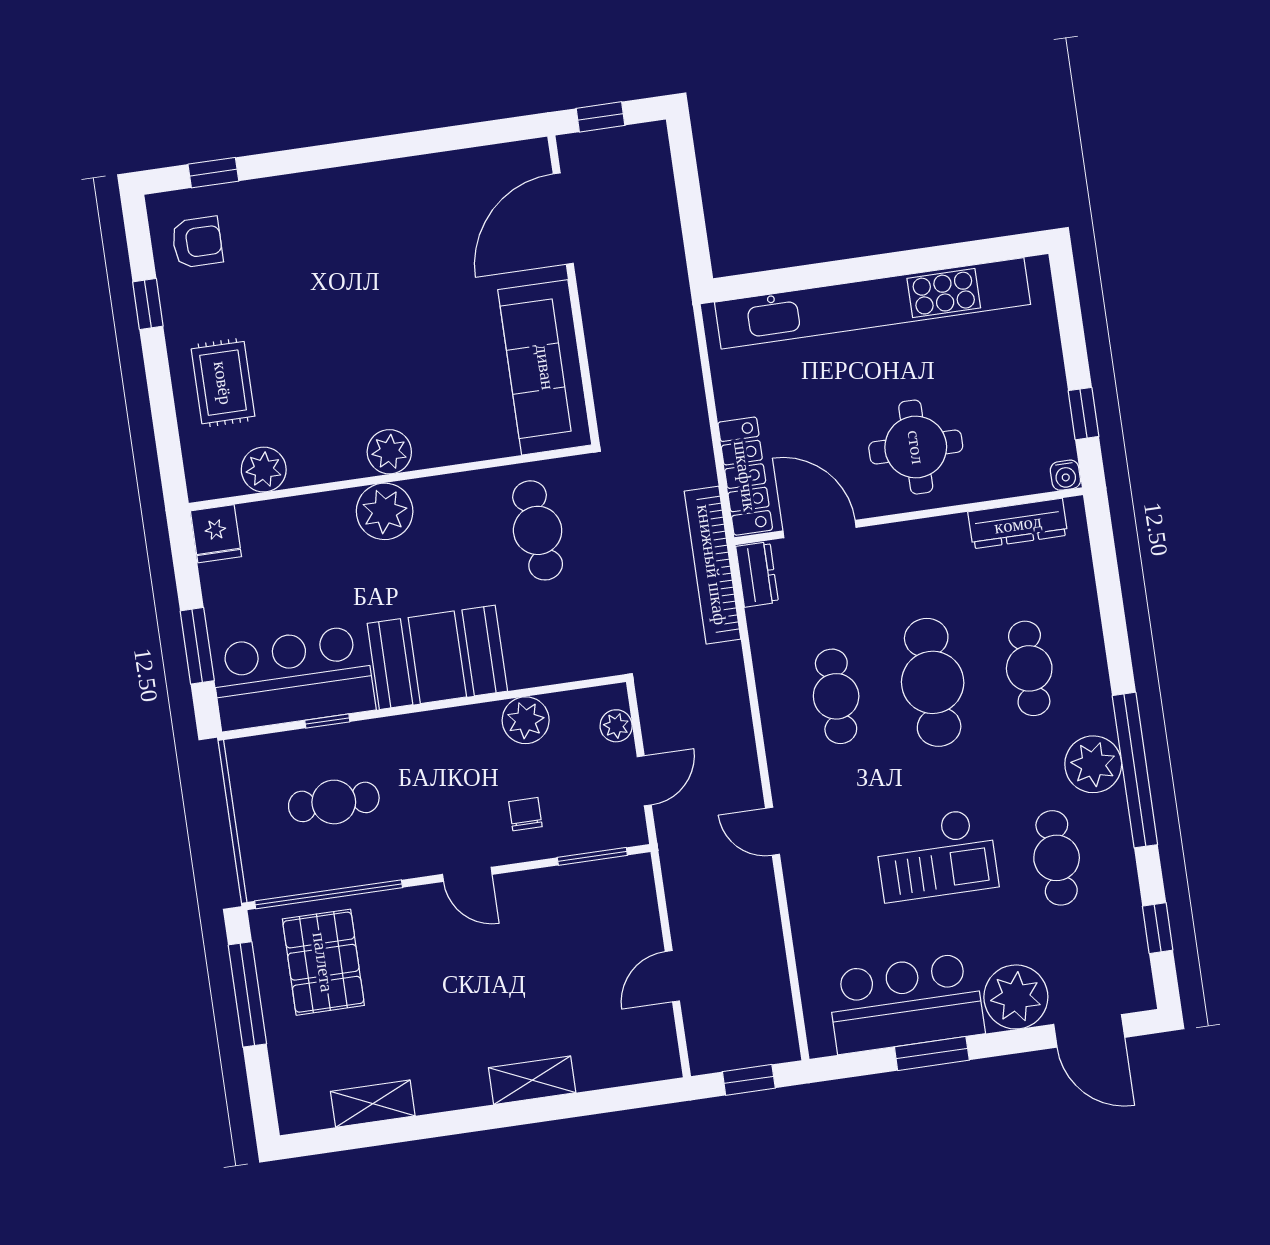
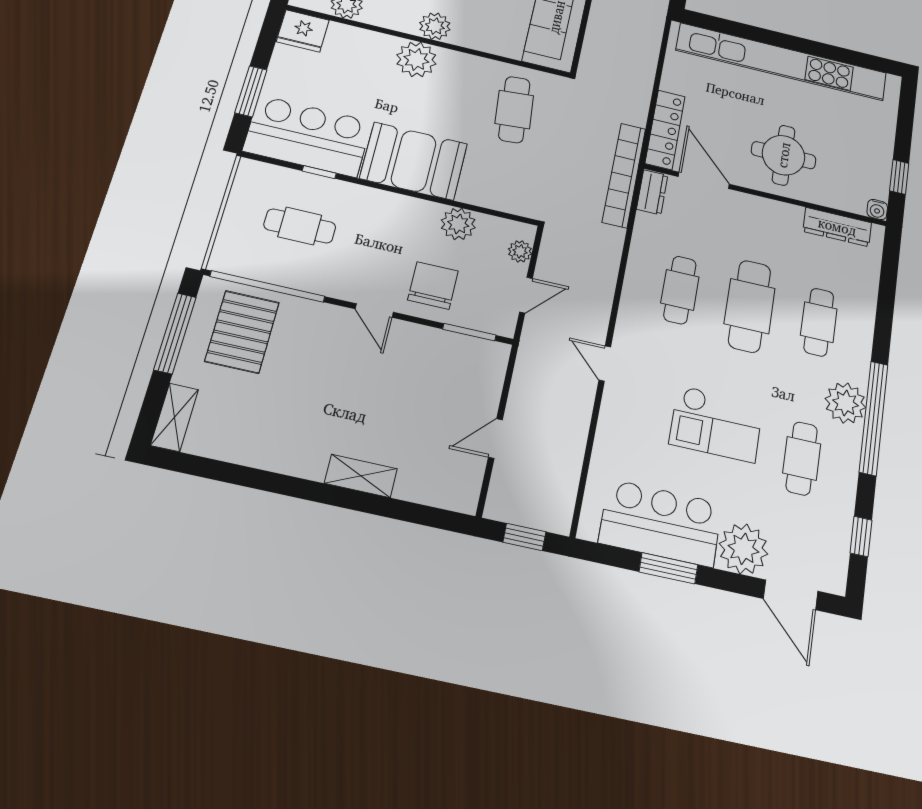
fridge: (216, 534) -> (303, 31), width x1.38
chair: (525, 814) -> (433, 285), width x1.87, depth x1.87
shelving: (373, 1104) -> (175, 417), moved, turned 90

